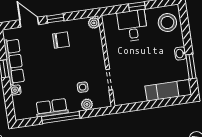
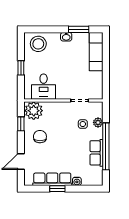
window: (55, 18) -> (21, 124), moved
plant: (94, 23) -> (34, 111), width x1.88, depth x1.88
desk: (132, 26) -> (44, 87), moved, turned -90
window: (61, 117) -> (106, 146), width x1.46

